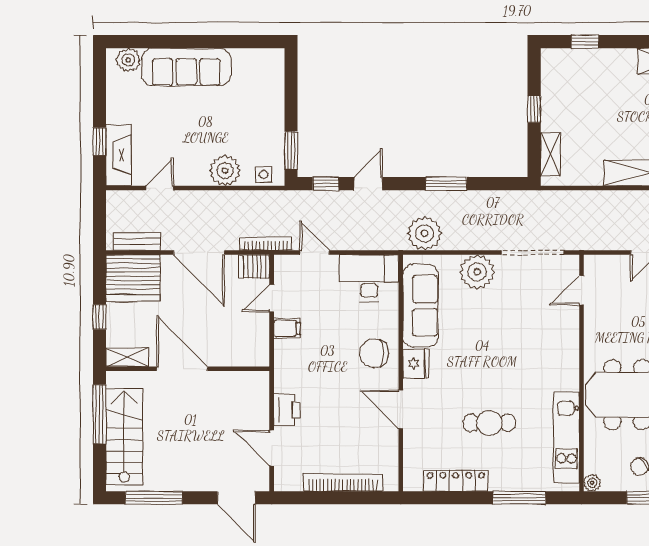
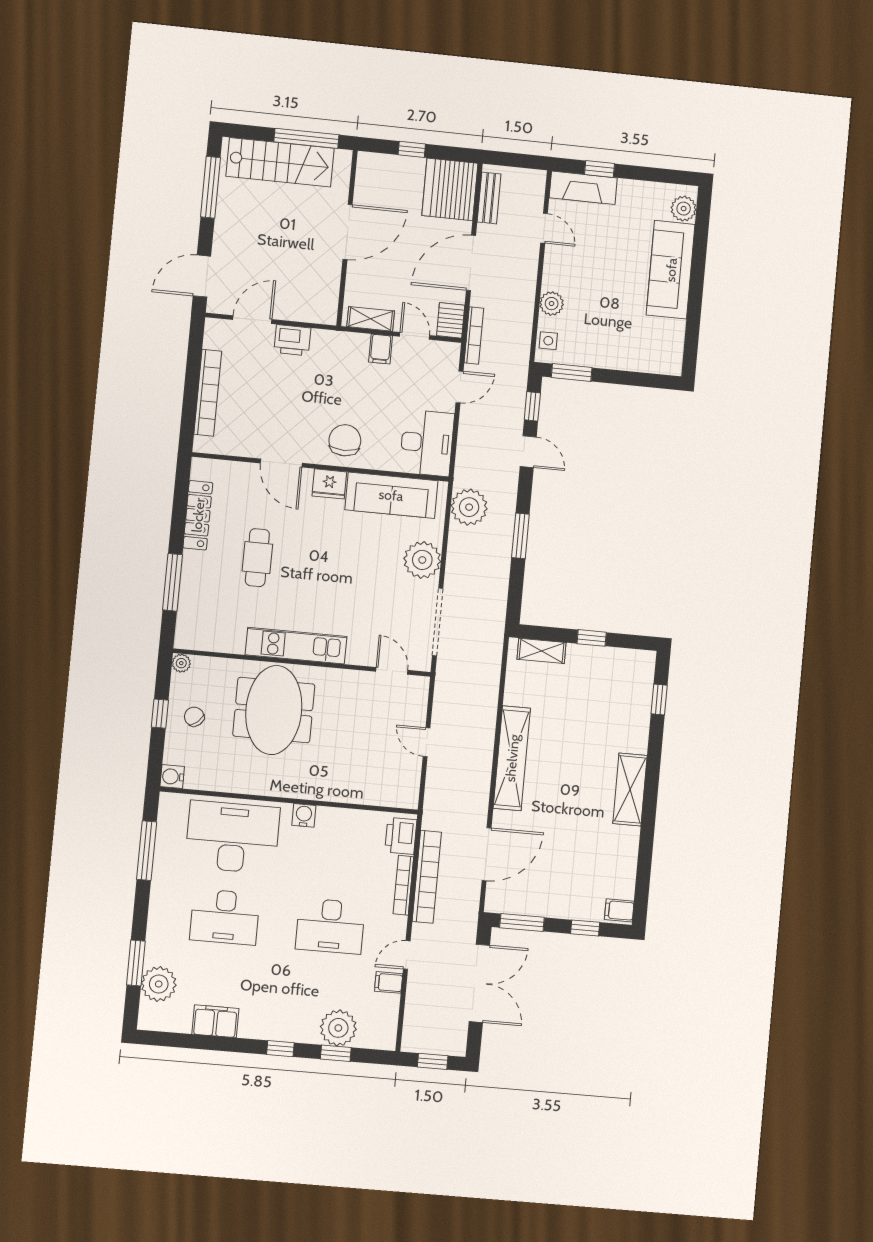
plant: (225, 171) -> (552, 304), width x0.73, depth x0.73
shelving: (127, 357) -> (371, 319), moved, turned 90
door: (401, 409) -> (281, 463), swing flipped
kitchen unit: (566, 437) -> (296, 646), moved

